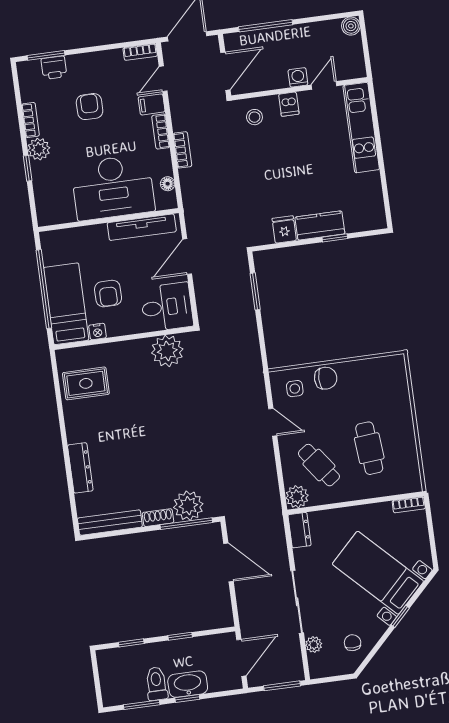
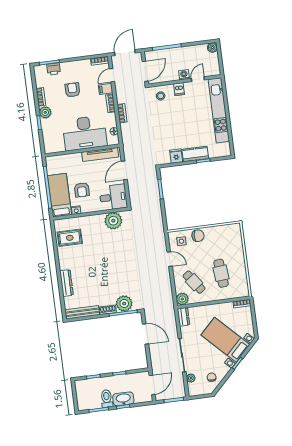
kitchen unit: (361, 128) -> (219, 110), width x1.36

